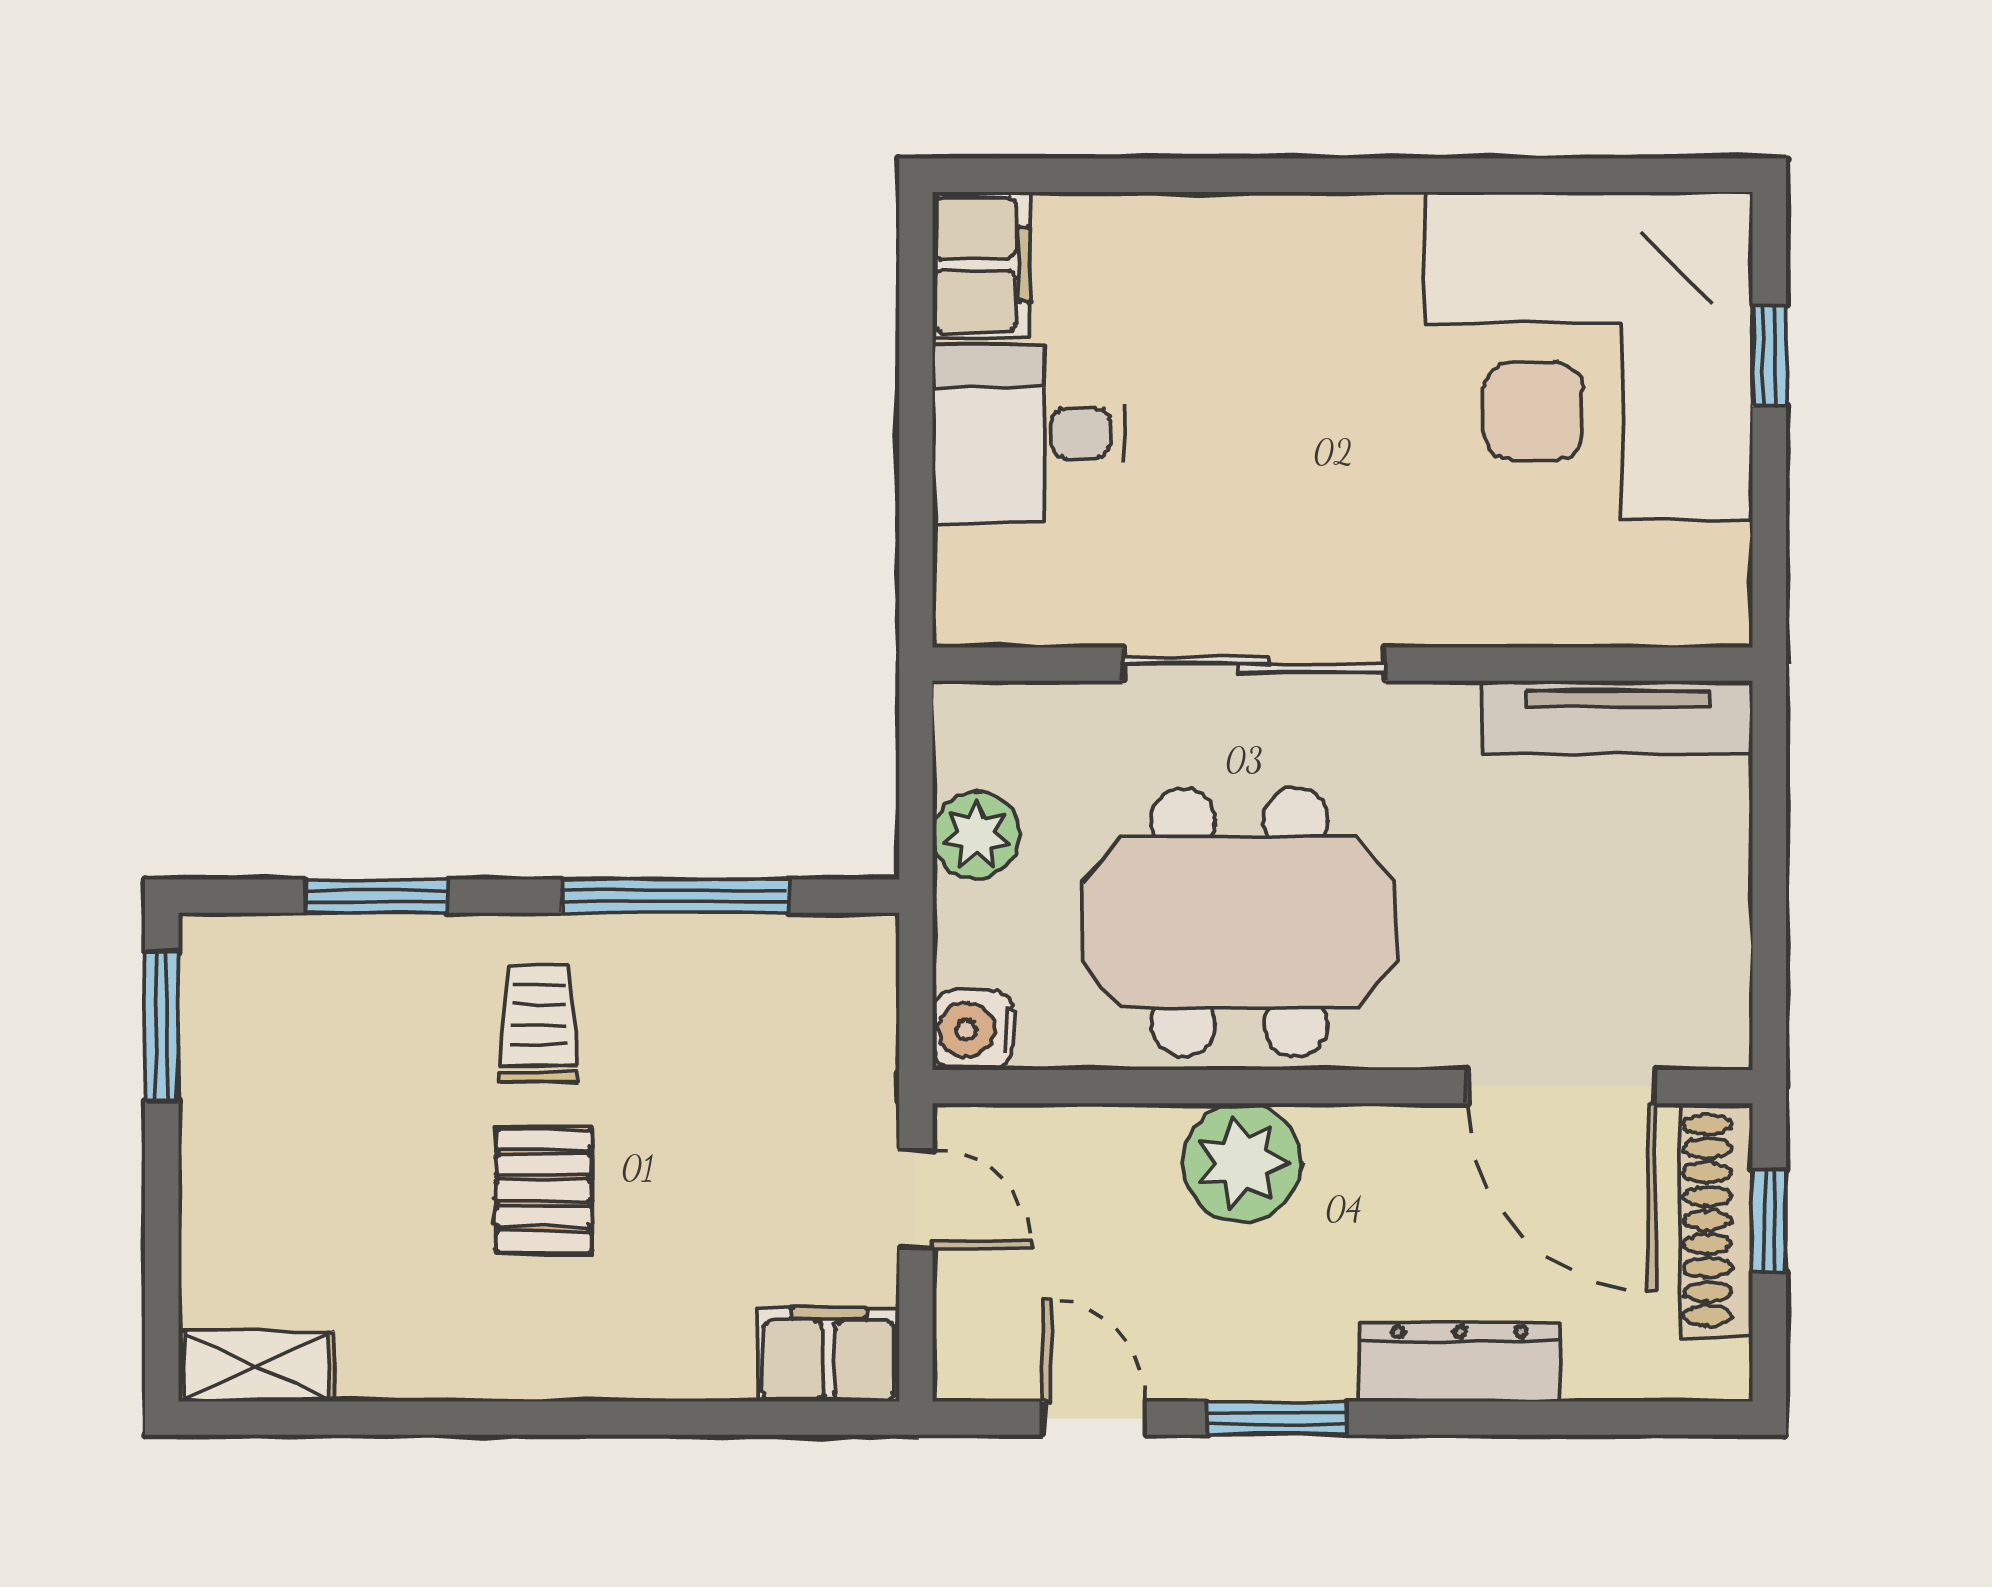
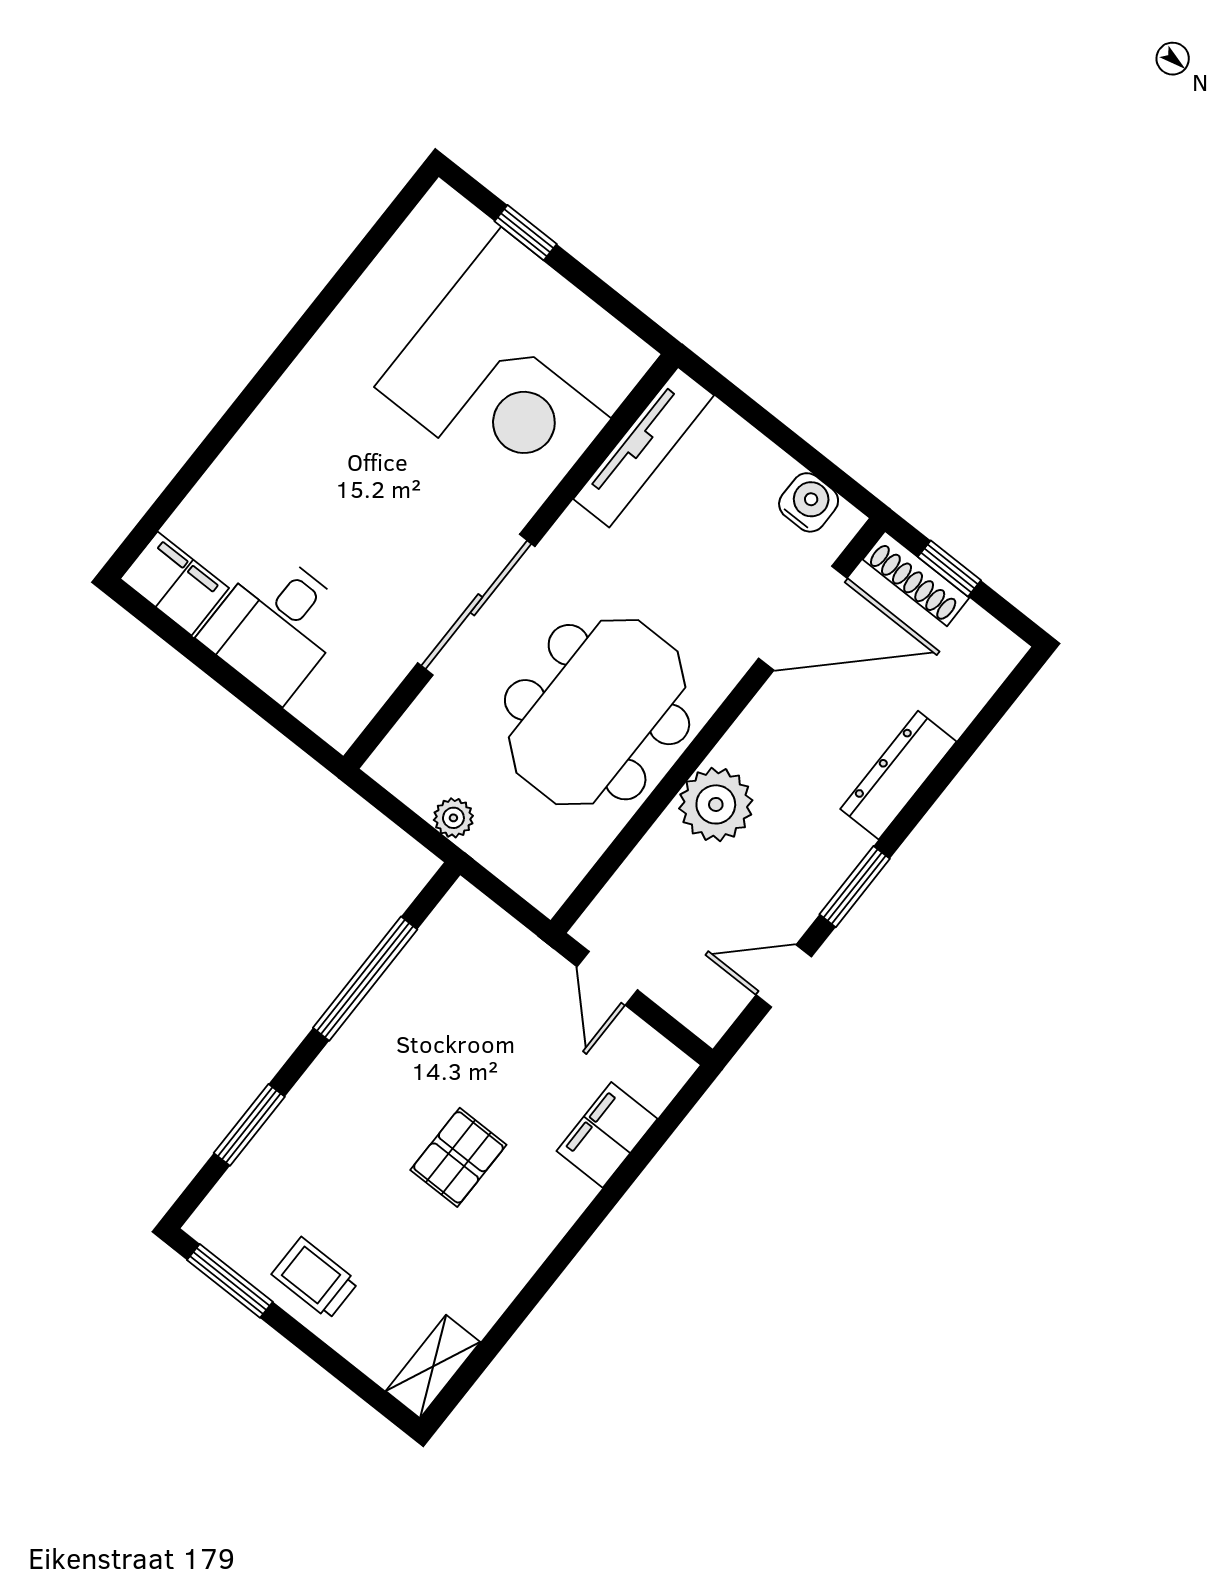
corner desk: (1589, 356) -> (518, 371), moved
plant: (976, 835) -> (453, 818), width x0.73, depth x0.73
trolley: (539, 1023) -> (315, 1278), moved
water cooler: (973, 1030) -> (809, 502), moved, turned 180
pallet: (544, 1191) -> (458, 1157), turned 90
door: (916, 1199) -> (607, 978), swing flipped
shoe rack: (1717, 1220) -> (916, 579), width x0.74, depth x0.81
filing cabinet: (829, 1354) -> (607, 1135), moved

